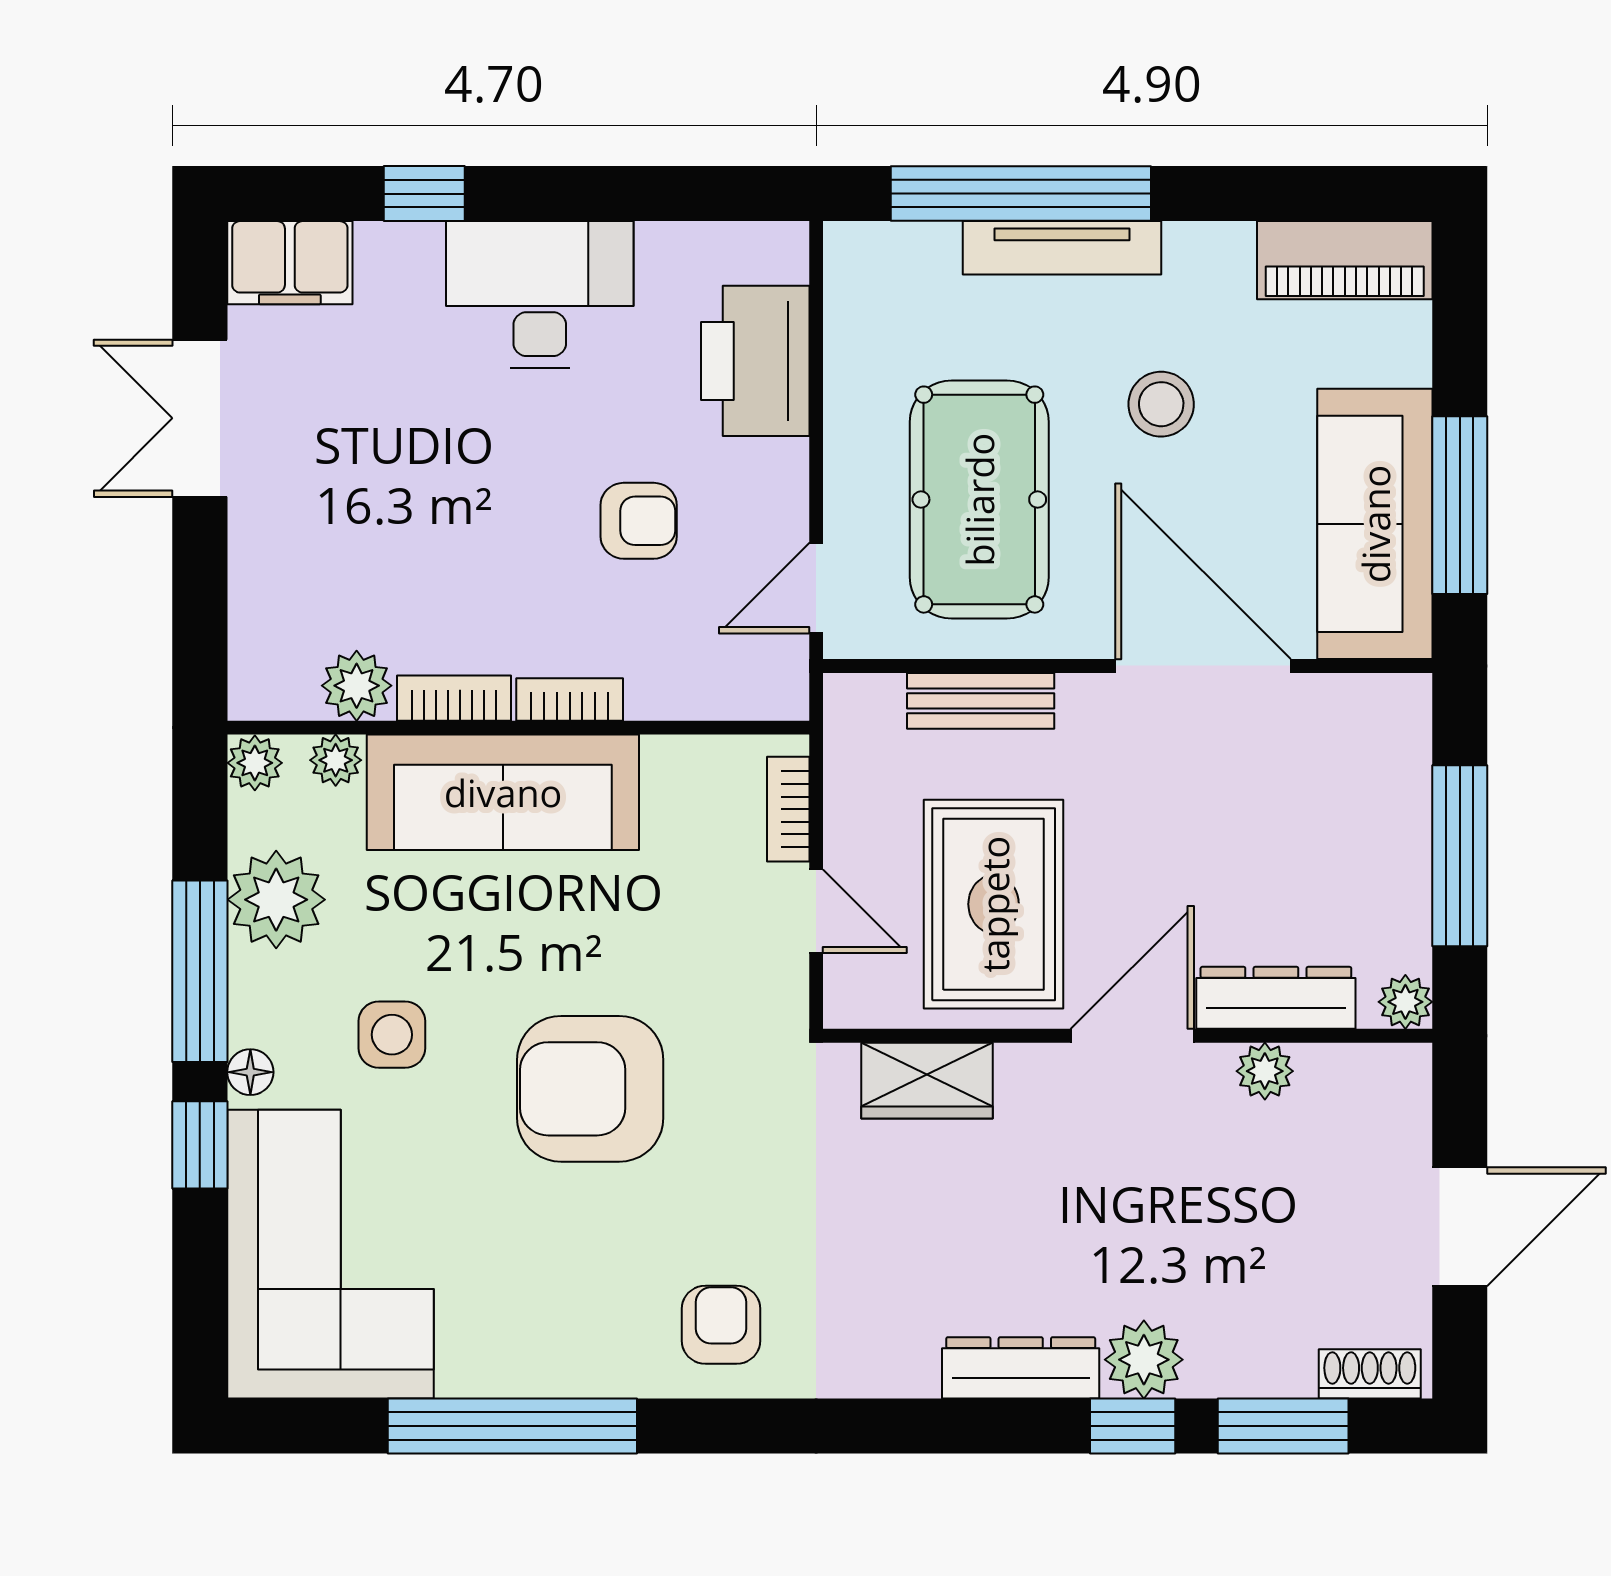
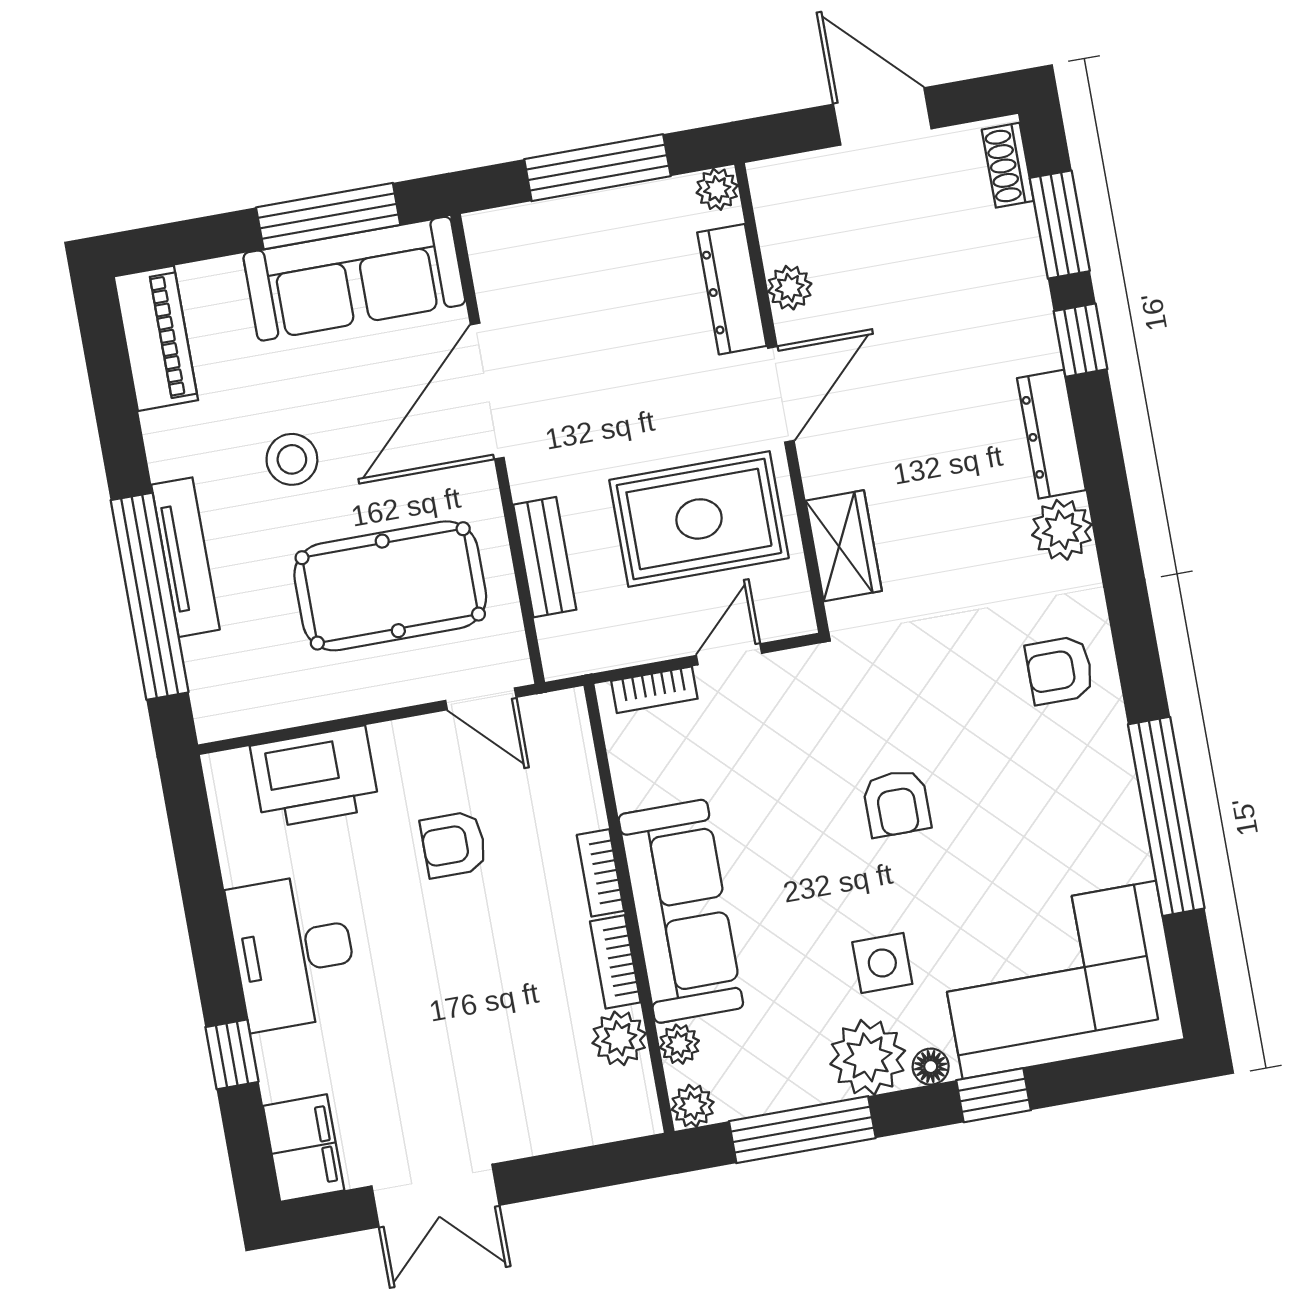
armchair: (639, 521) -> (454, 845), turned -90
plant: (276, 900) -> (868, 1057), moved
window: (200, 971) -> (802, 1130), moved
door: (1132, 1036) -> (781, 394), swing flipped
armchair: (590, 1089) -> (897, 803), width x0.53, depth x0.53
plant: (1144, 1360) -> (1062, 530), moved

